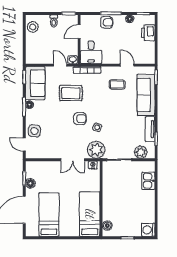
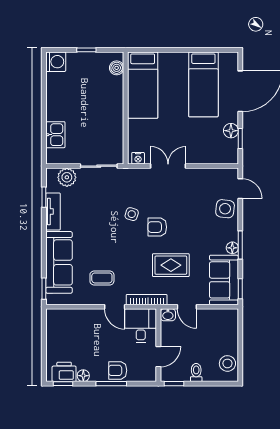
printer: (148, 33) -> (64, 372), moved, turned -90
door: (127, 65) -> (115, 307), moved
plant: (96, 150) -> (133, 181), removed

